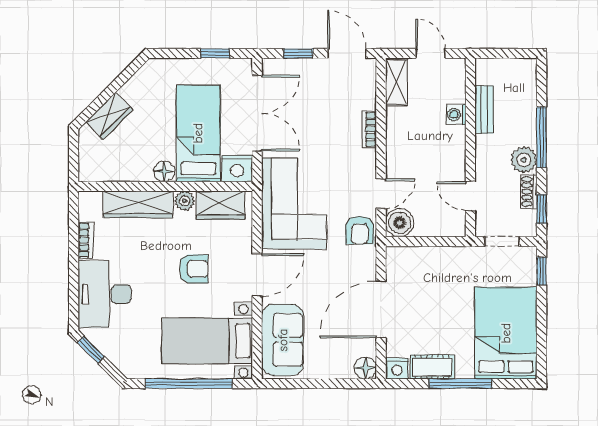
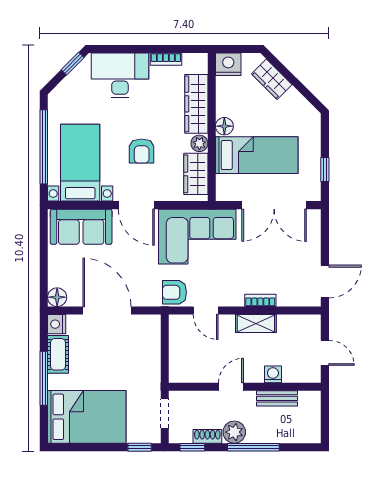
window: (298, 53) -> (325, 240), removed
door: (431, 53) -> (325, 353), hinge flipped
shelving: (396, 82) -> (256, 324), moved
nightstand: (237, 168) -> (228, 64), moved, turned 90
door: (470, 196) -> (231, 387), moved
boiler: (400, 223) -> (181, 326), removed

